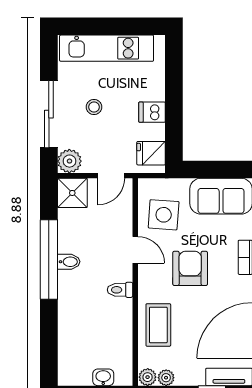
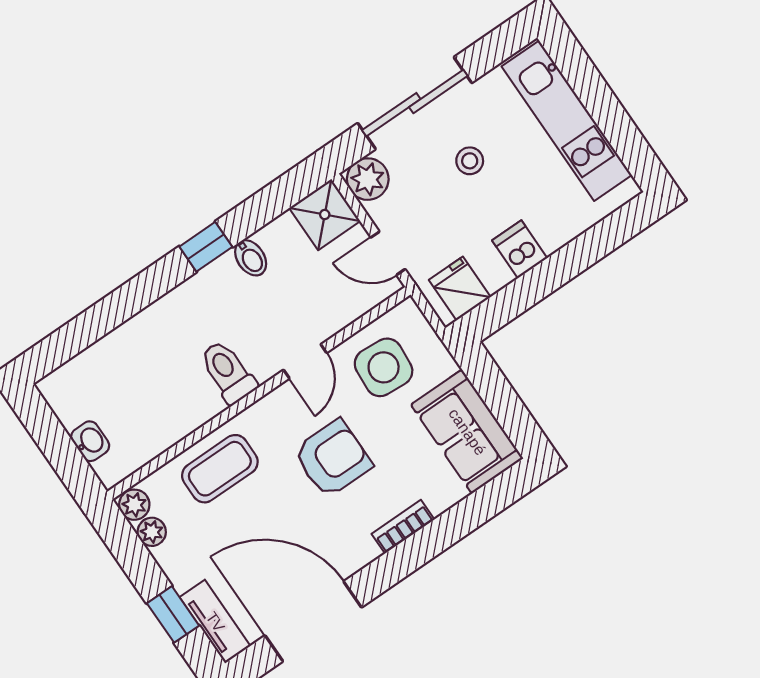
window: (49, 260) -> (206, 247), width x0.32
bidet: (69, 262) -> (251, 258), moved
toilet: (120, 290) -> (228, 372), width x1.37, depth x1.39

